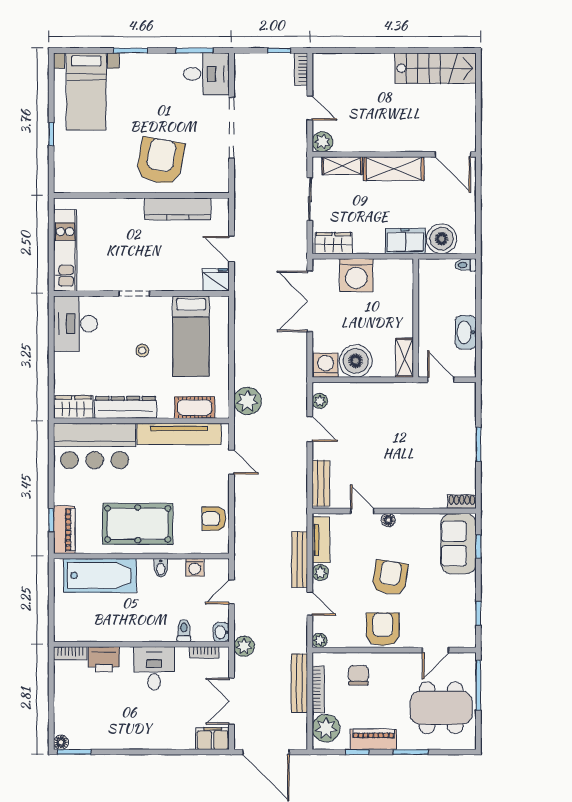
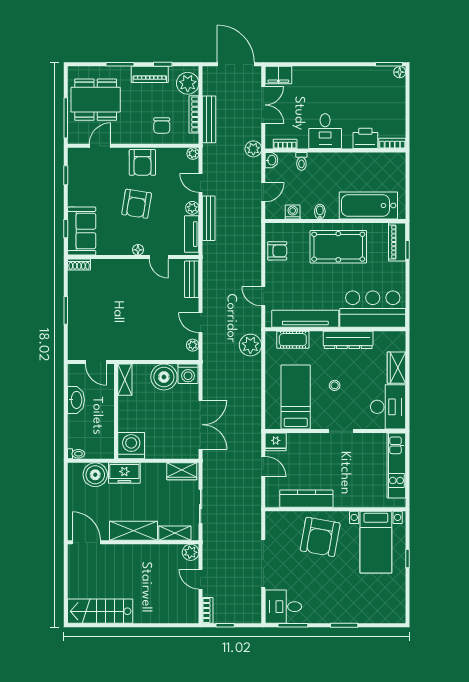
bed with nightstands: (86, 92) -> (376, 542), moved, turned 180
washing machine: (356, 275) -> (131, 446), moved
wardrobe: (73, 407) -> (396, 368), moved, turned 90

